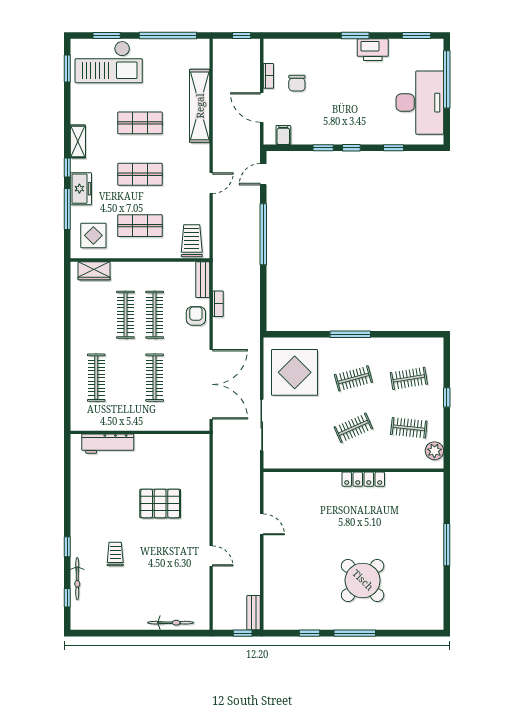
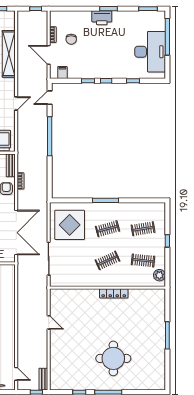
printer: (373, 50) -> (102, 18), moved
door: (211, 556) -> (16, 374), moved
round table: (363, 580) -> (113, 358), turned 45

